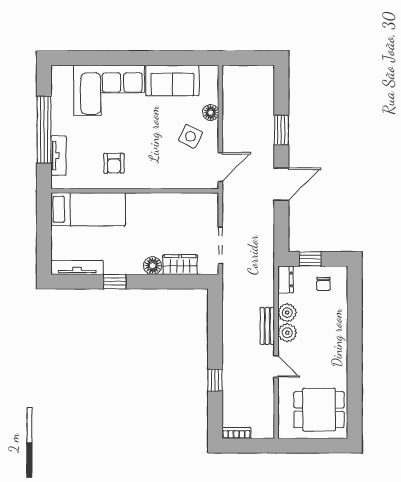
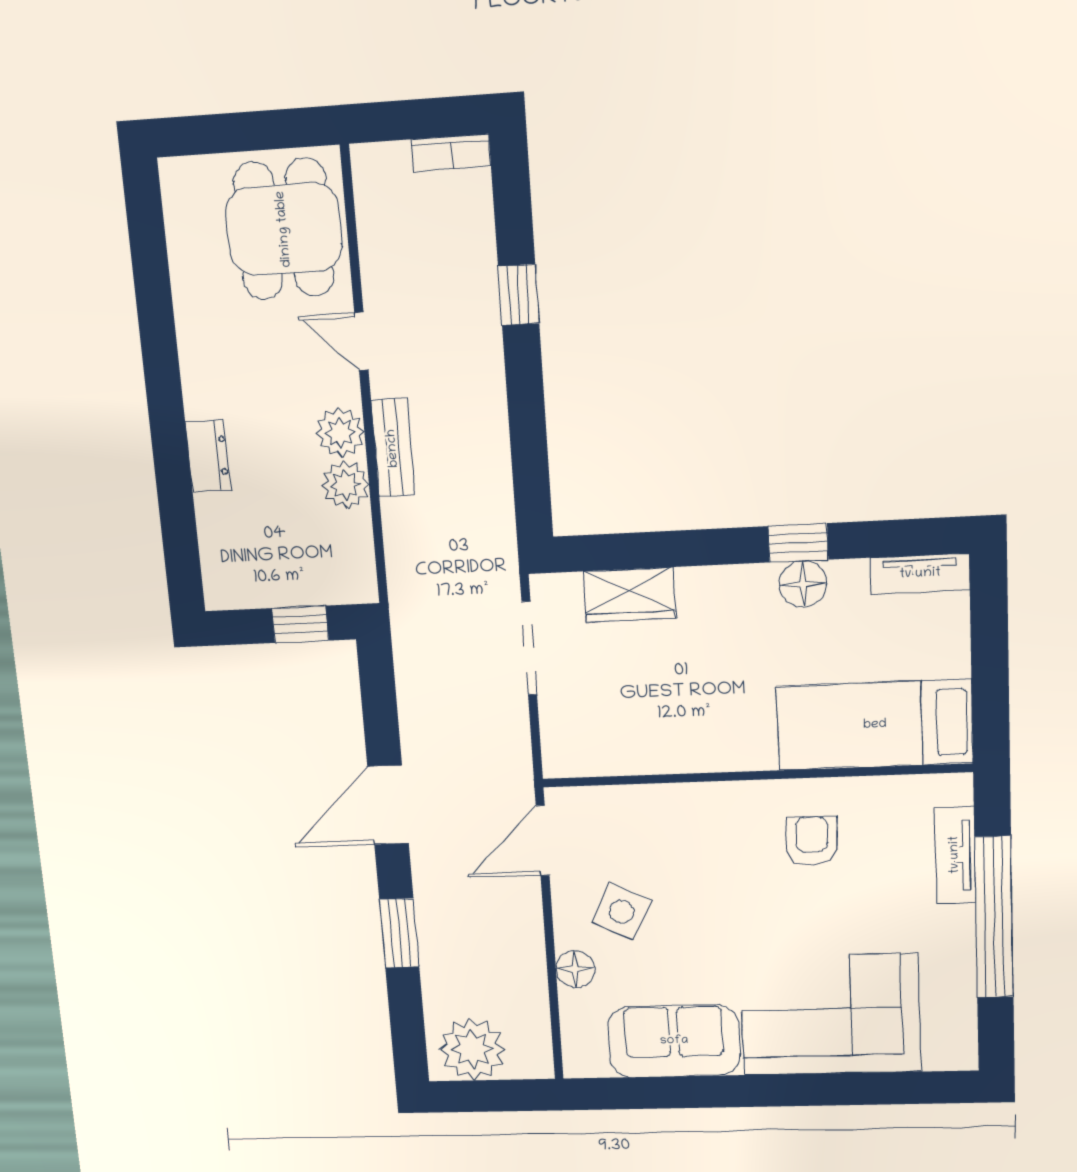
plant: (255, 79) -> (472, 1049), added
floor lamp: (153, 266) -> (803, 584), moved
tv unit: (77, 268) -> (920, 574), width x0.71
dresser: (286, 279) -> (208, 456), moved, turned 180
chair: (324, 284) -> (261, 563), removed
dining table: (319, 410) -> (284, 229), moved, turned 90

